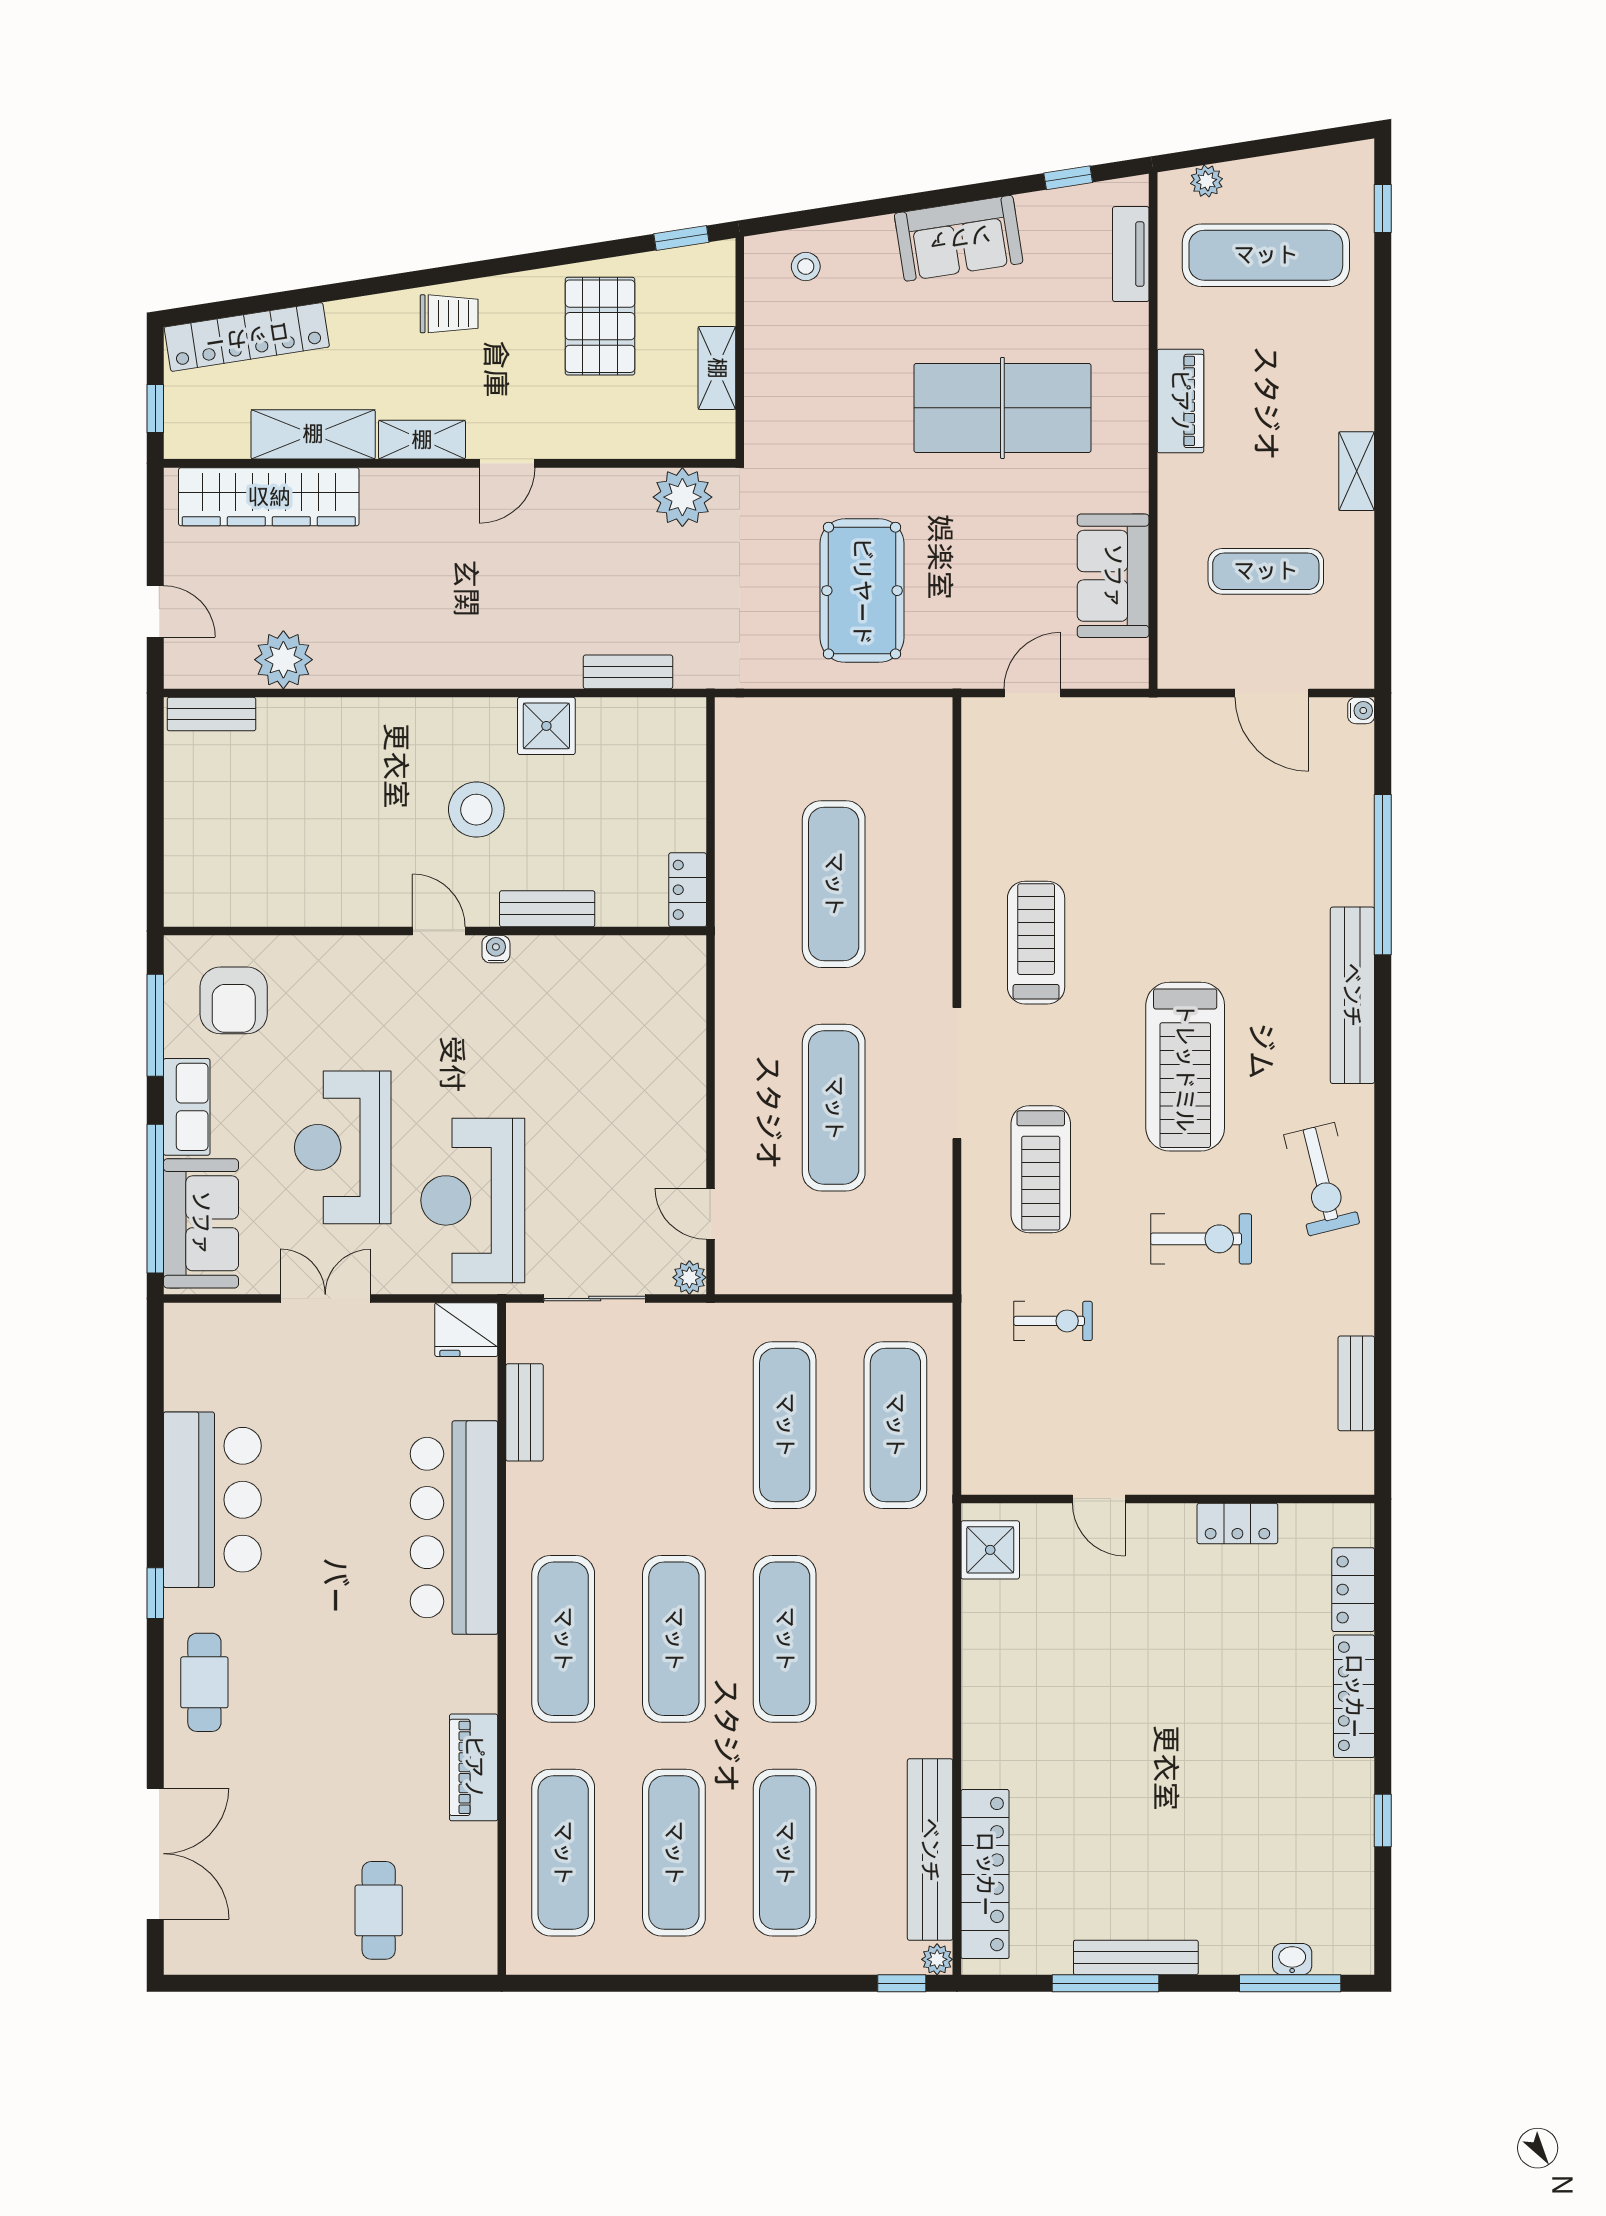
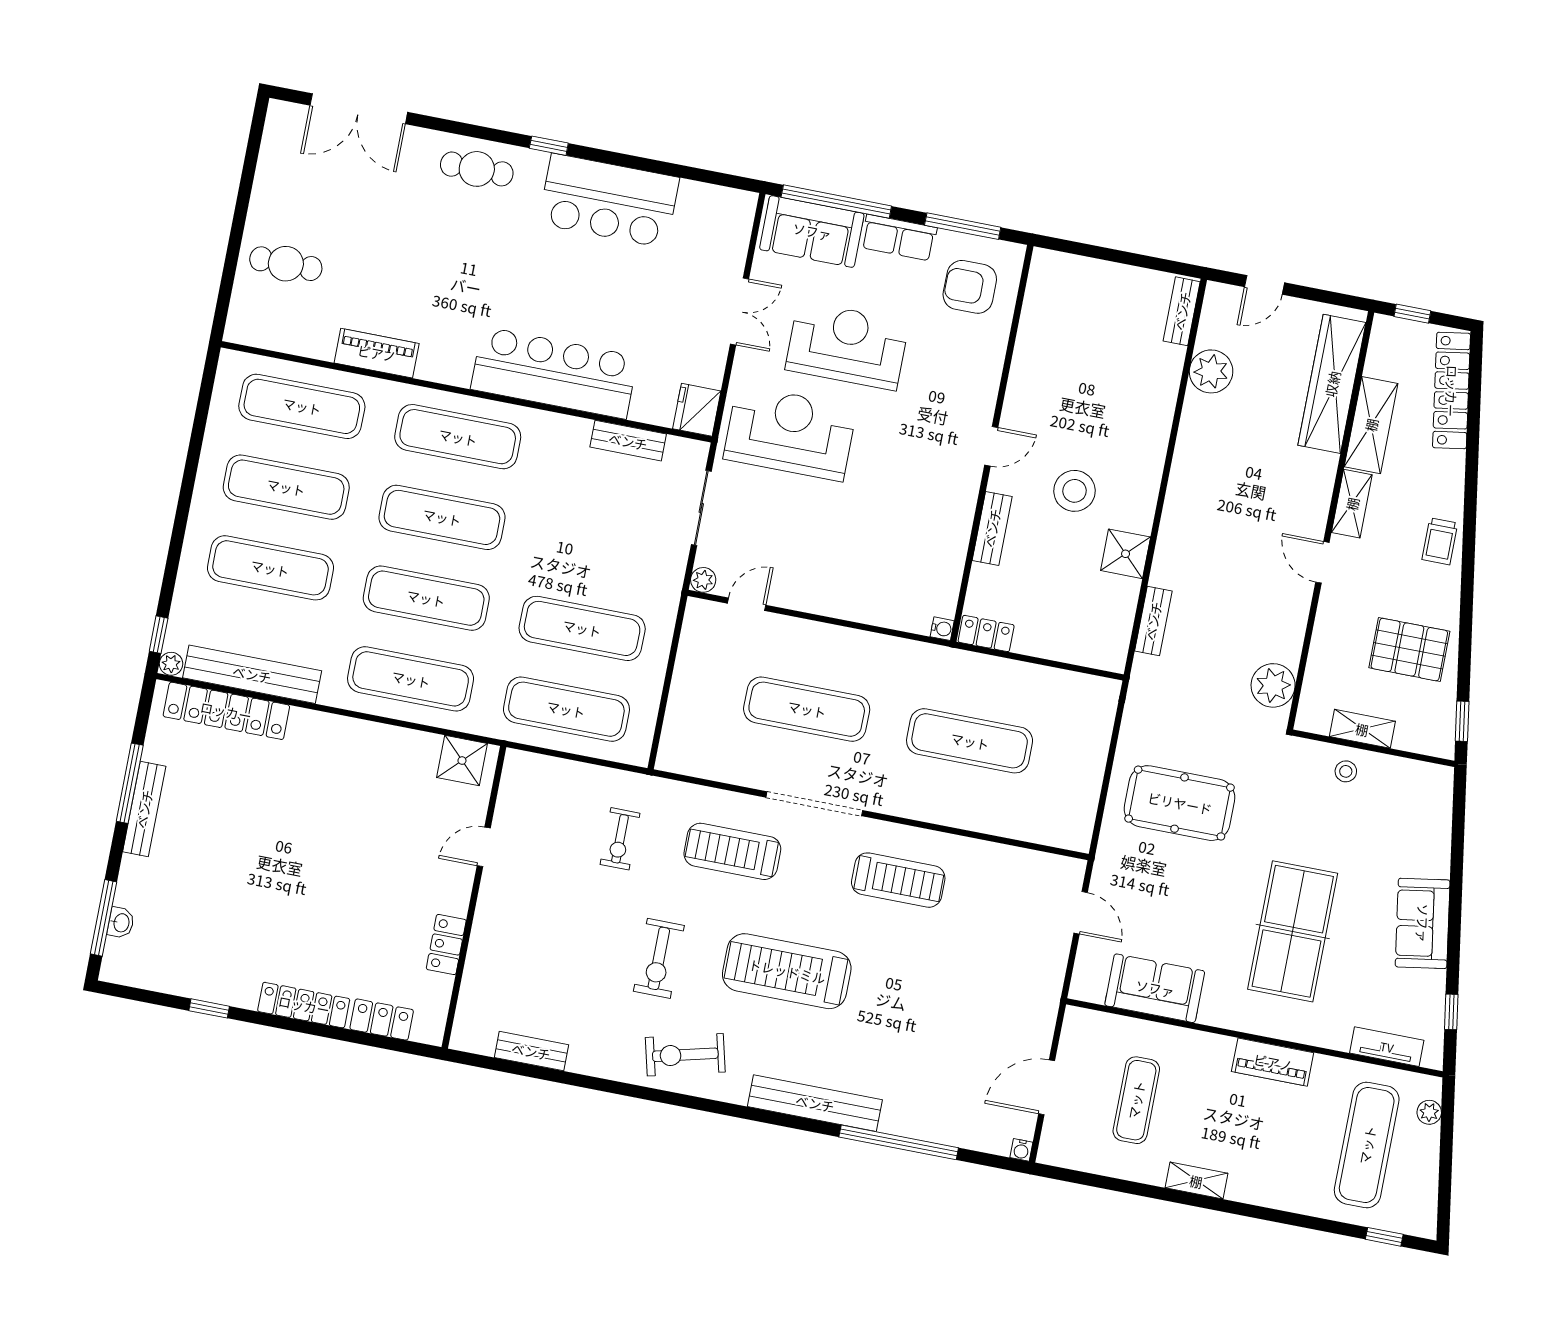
stool: (806, 266) -> (1346, 771), moved
water cooler: (496, 949) -> (942, 629), moved
exercise mat: (895, 1639) -> (411, 679), added

